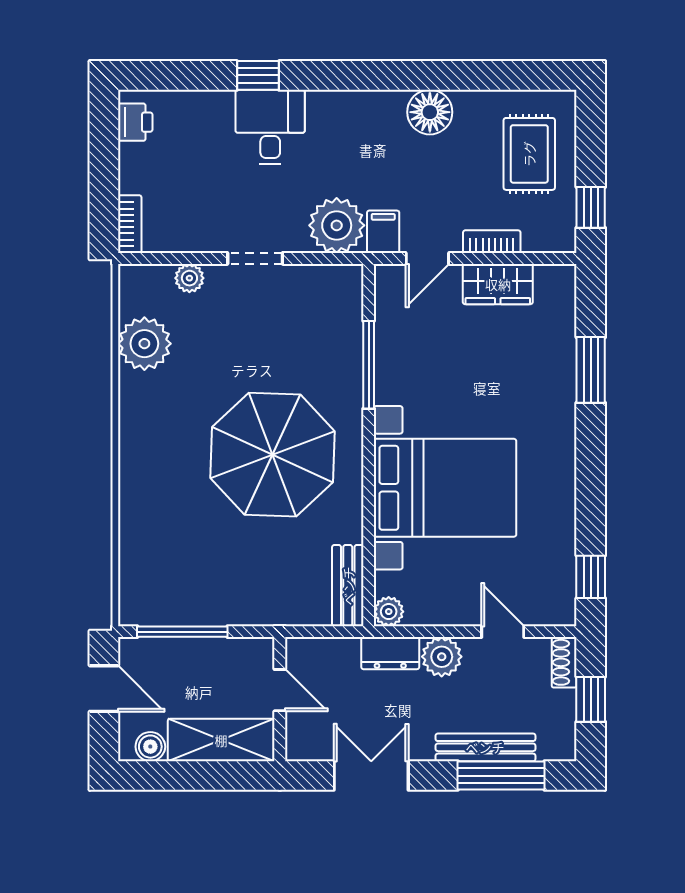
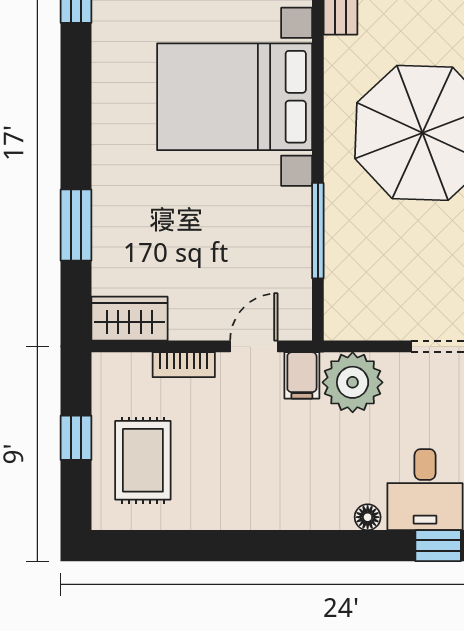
floor lamp: (430, 112) -> (368, 517), moved, width x0.53, depth x0.53
window: (591, 207) -> (76, 438), moved
wardrobe: (498, 284) -> (129, 319), moved

